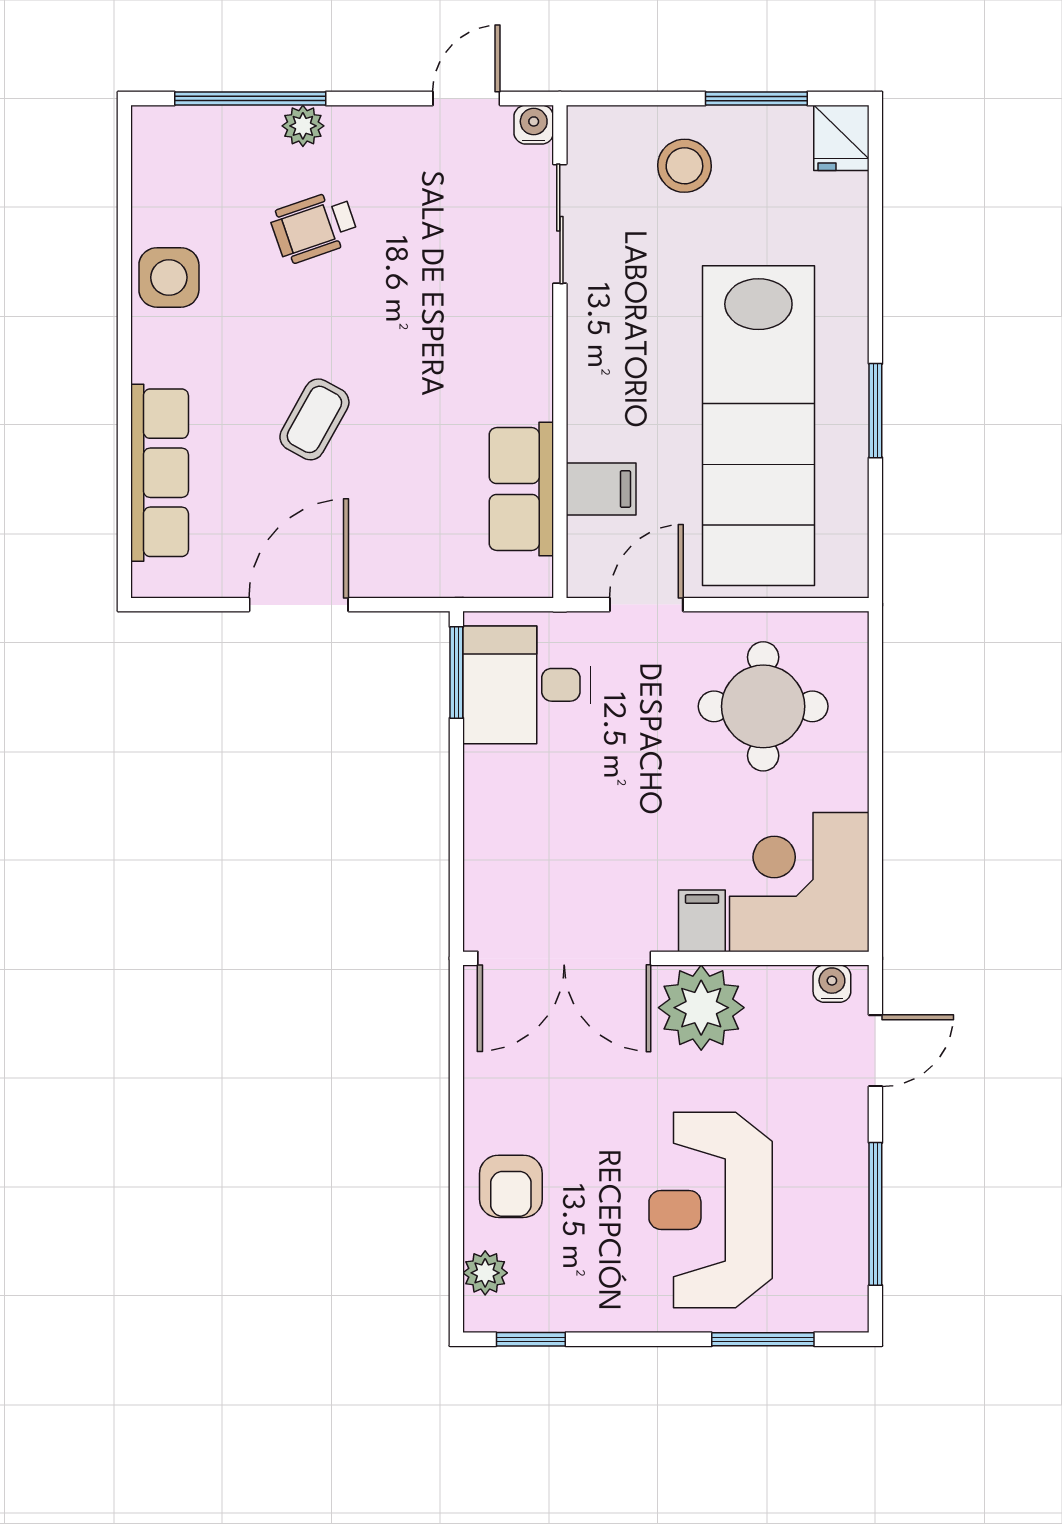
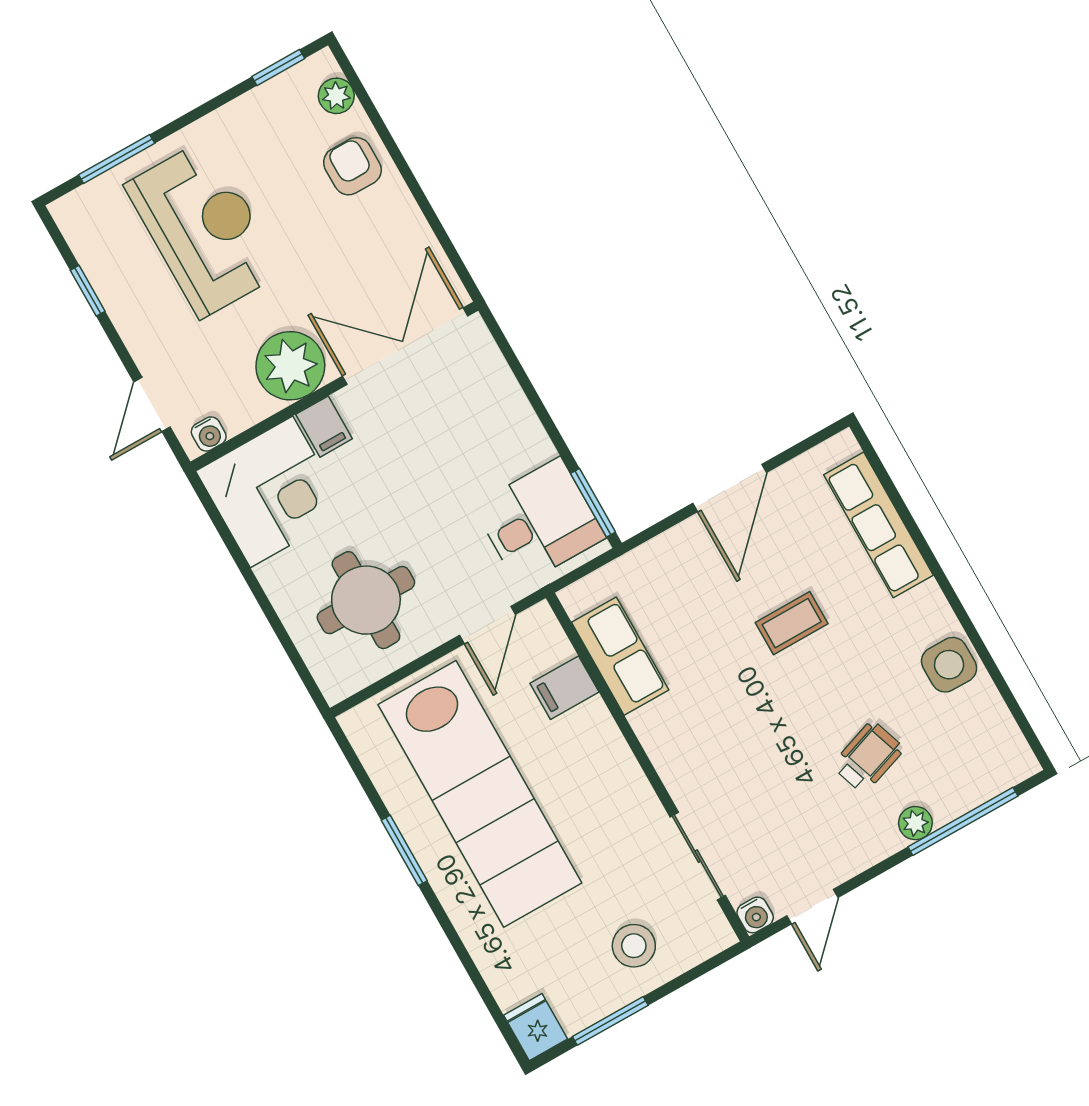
coffee table: (314, 419) -> (792, 623), turned 61
lab bench: (758, 426) -> (480, 794), turned 180
window: (875, 1214) -> (88, 291), width x0.46

